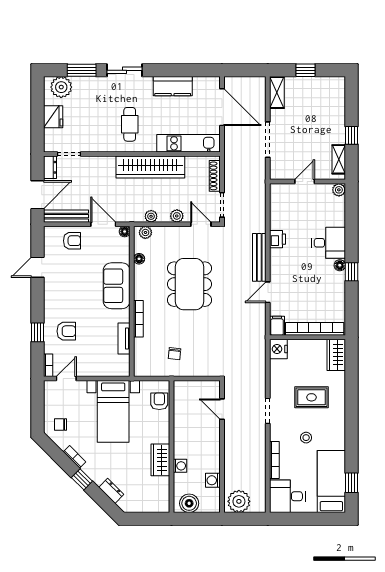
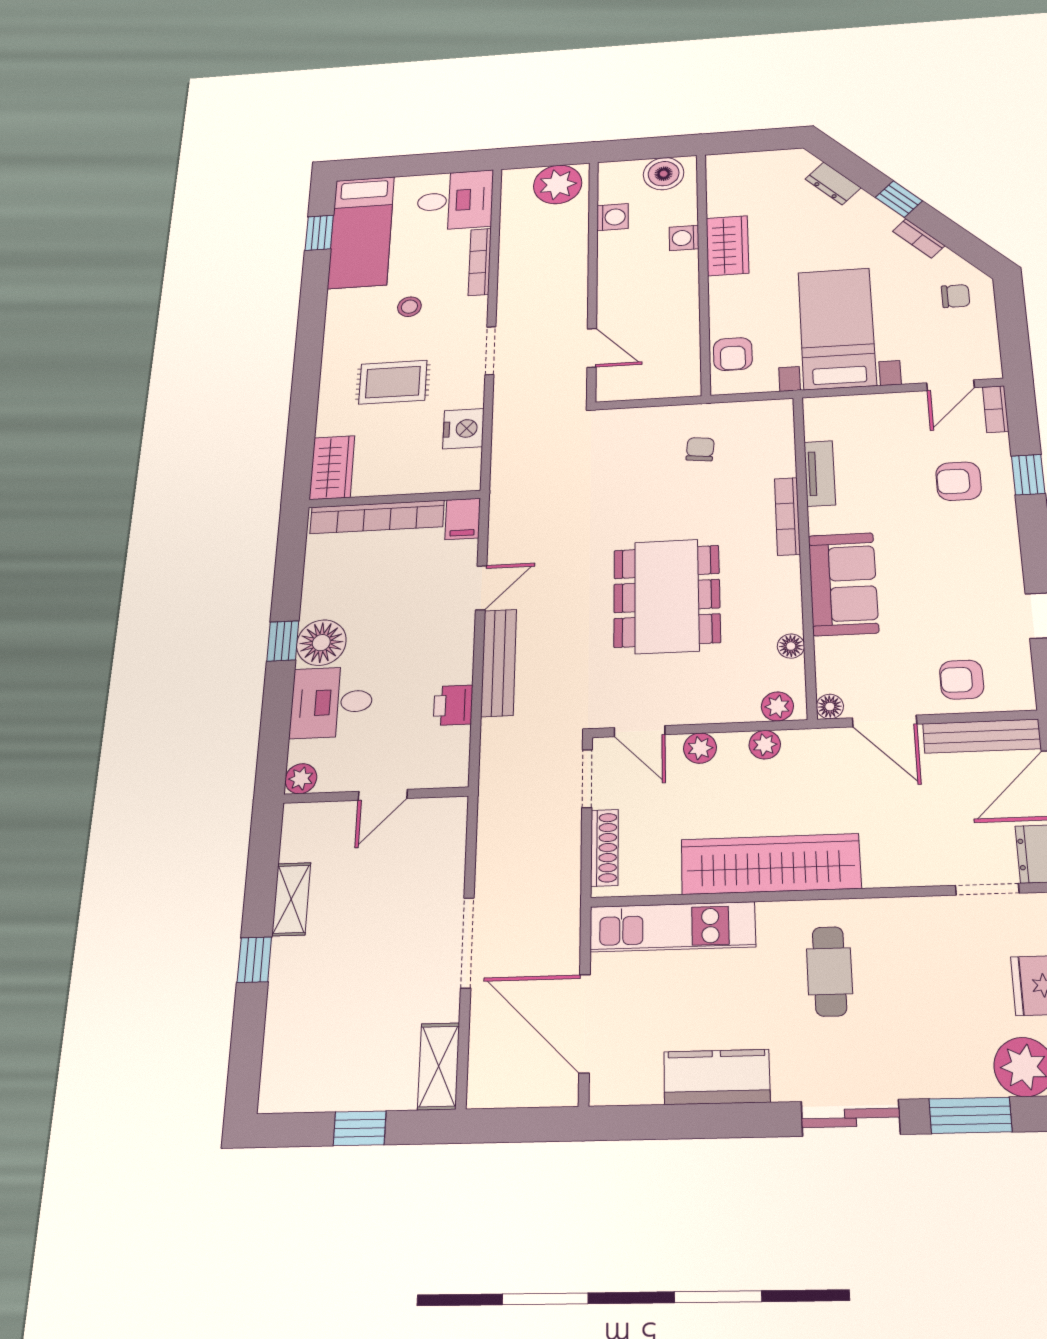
door: (305, 182) -> (383, 795), moved
wall: (307, 182) -> (376, 795), moved
plant: (339, 190) -> (301, 779), moved
floor lamp: (340, 265) -> (321, 643), width x1.89, depth x1.89
nightstand: (278, 349) -> (463, 429), moved

